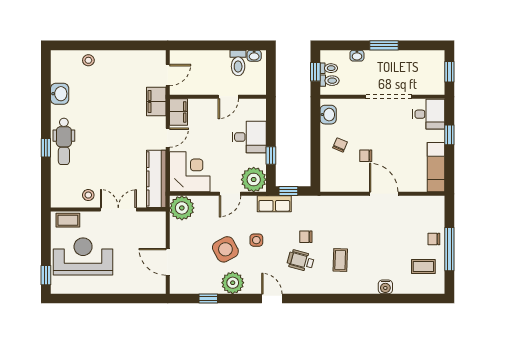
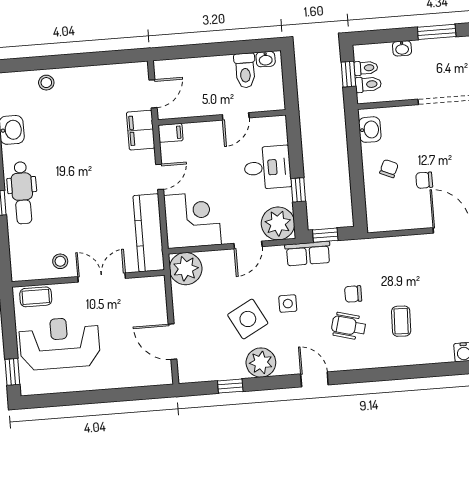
filing cabinet: (179, 112) -> (171, 133), width x0.50

